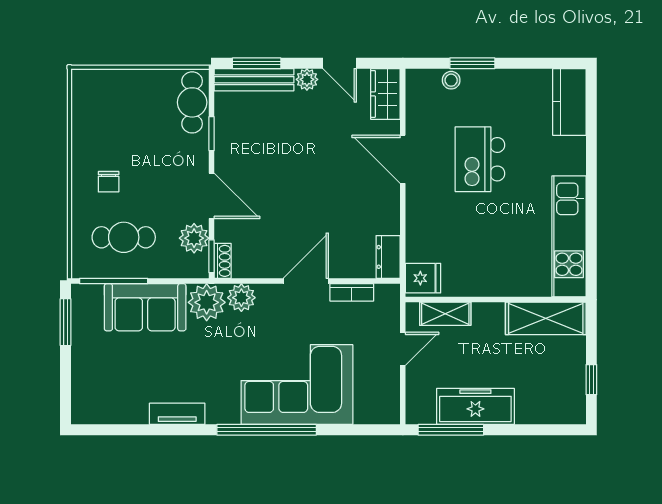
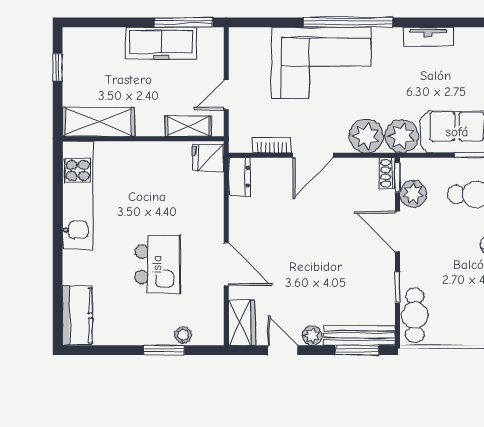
plant: (241, 298) -> (366, 136), width x1.36, depth x1.36

